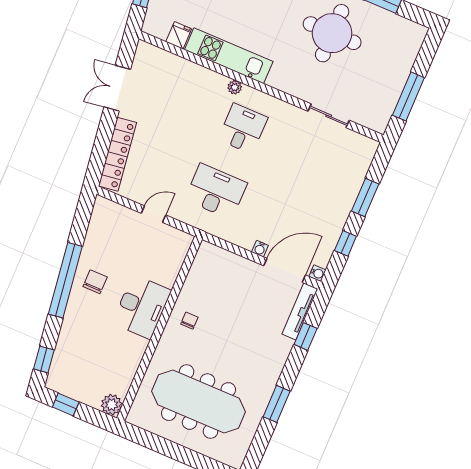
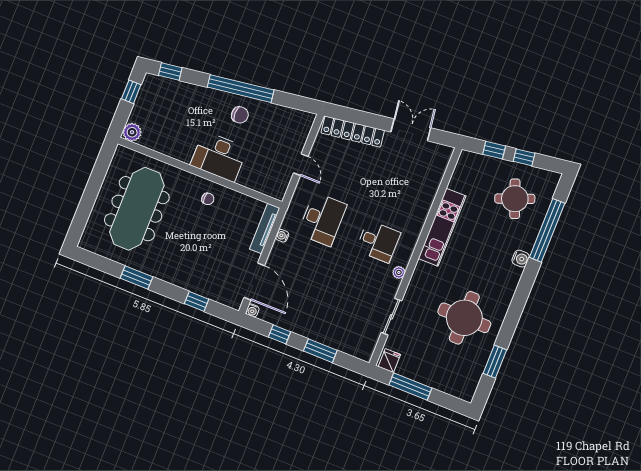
fridge: (179, 35) -> (389, 361), moved, turned -90
plant: (235, 87) -> (399, 272), moved
water cooler: (260, 249) -> (282, 236), moved
tv unit: (300, 311) -> (265, 229), moved, turned -90

